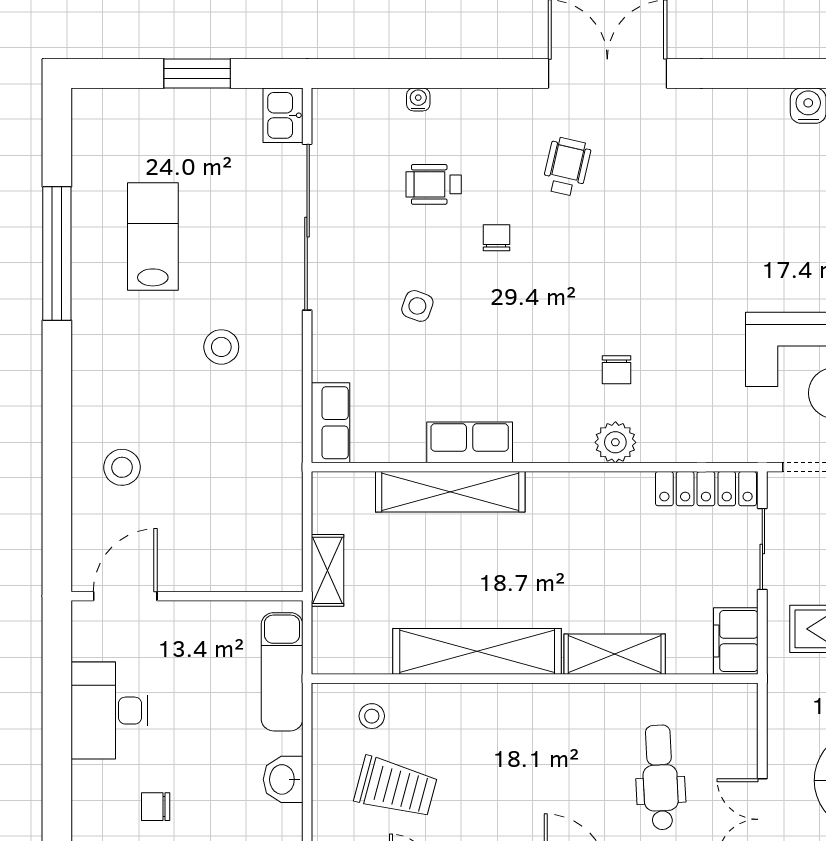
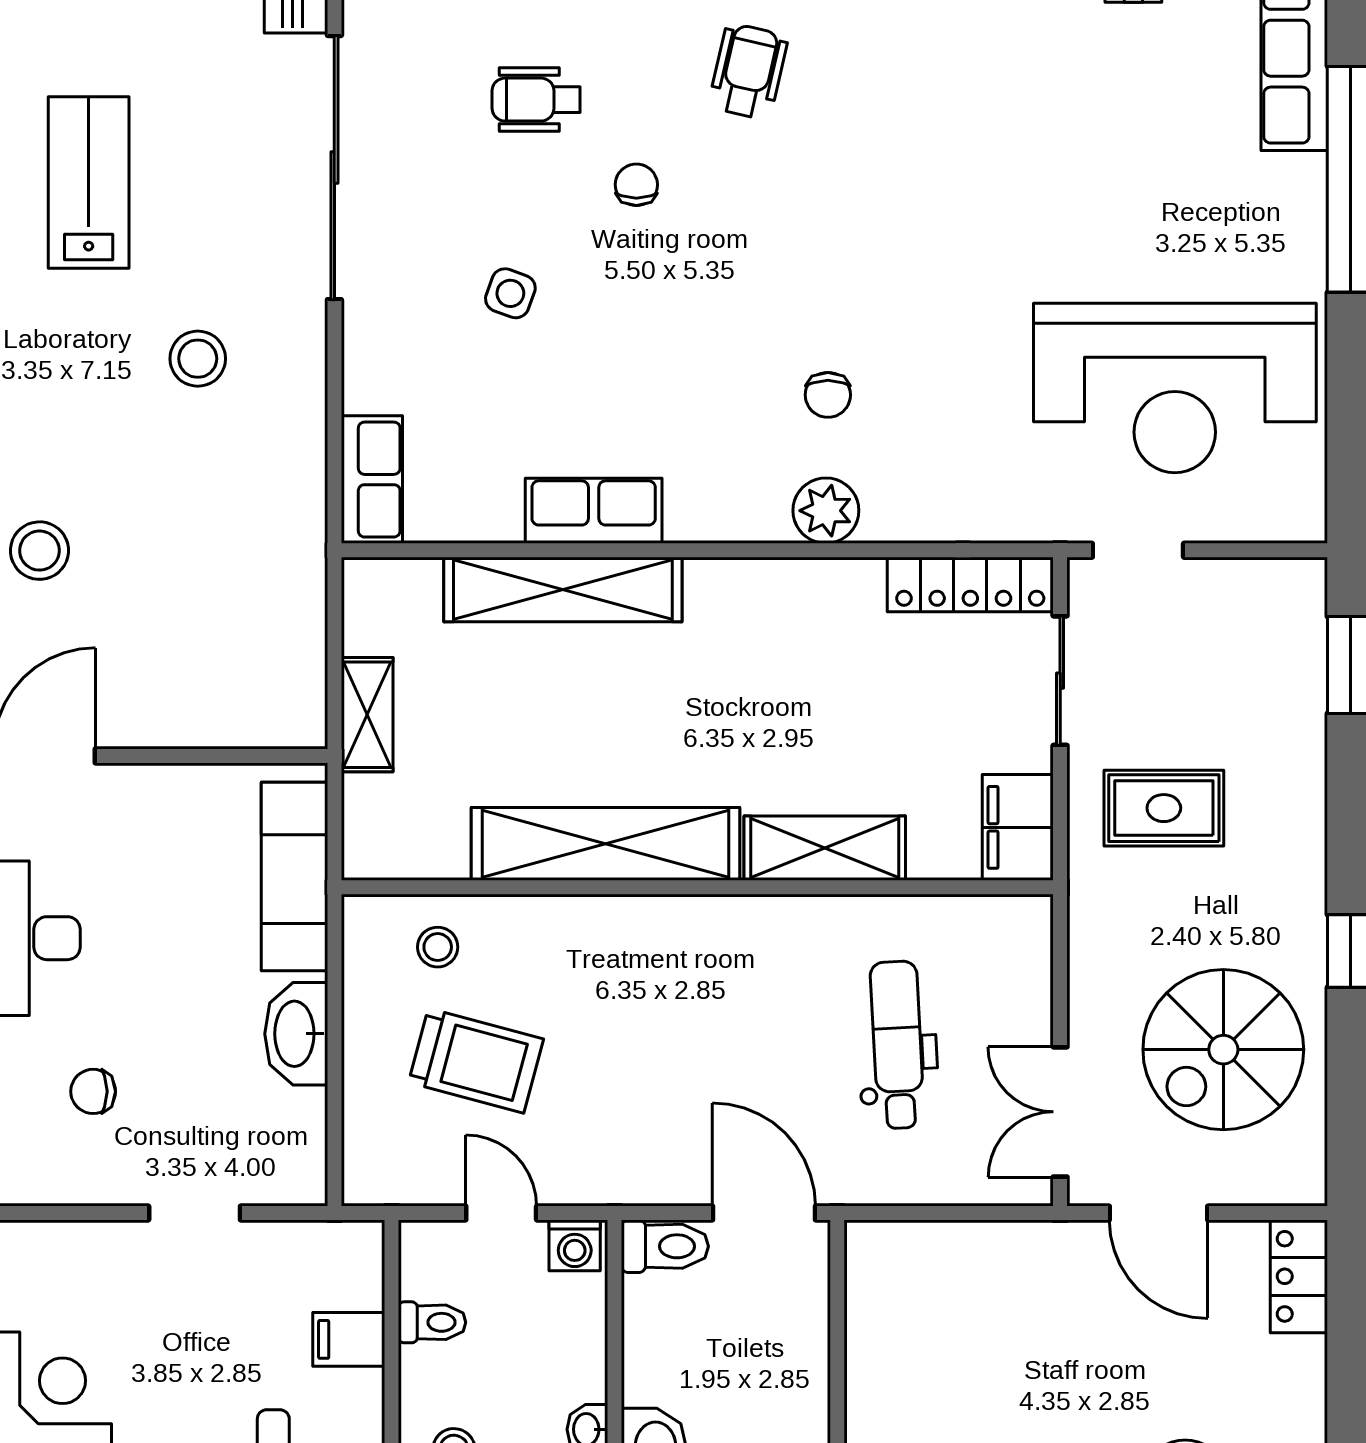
washbasin: (283, 779) -> (296, 1034), width x1.38

